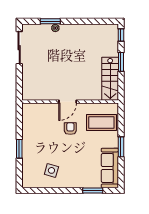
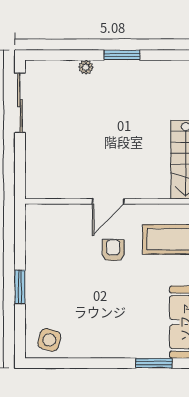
window: (50, 21) -> (122, 55), moved
side table: (51, 170) -> (49, 340), moved

